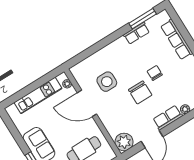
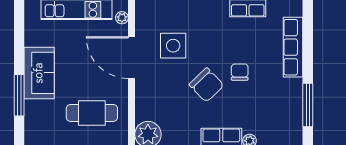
chair: (140, 92) -> (207, 85), turned -44

